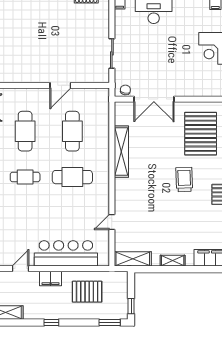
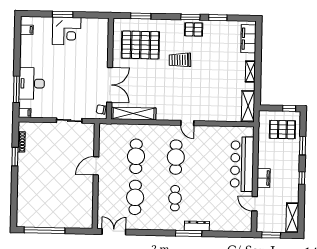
door: (60, 85) -> (96, 166), swing flipped
cafe table: (25, 131) -> (135, 197), turned 90
cafe table: (72, 131) -> (136, 156), turned 90
shelving: (121, 152) -> (133, 114), moved
door: (112, 222) -> (187, 123), moved
pallet: (87, 292) -> (282, 130), moved, turned 90
window: (110, 323) -> (303, 146), moved

